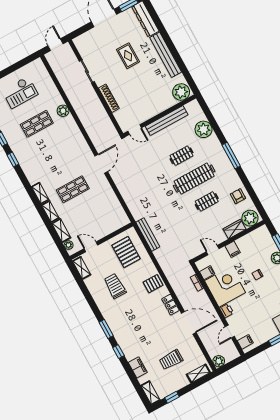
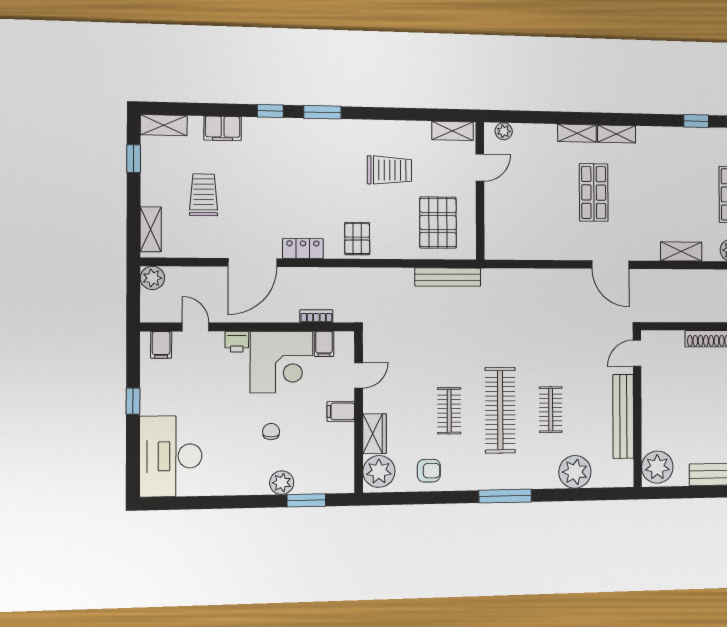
shelving: (61, 231) -> (681, 251), moved
pallet: (126, 252) -> (438, 223), turned 90

